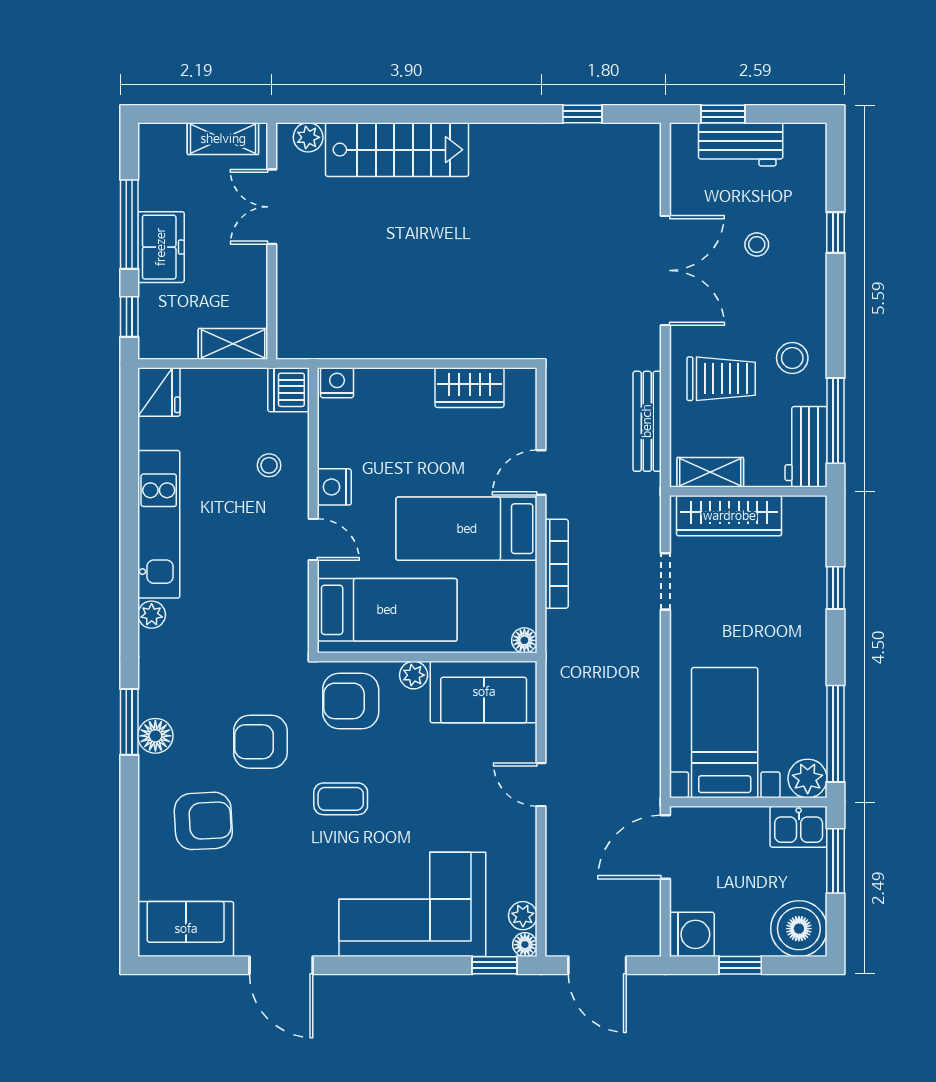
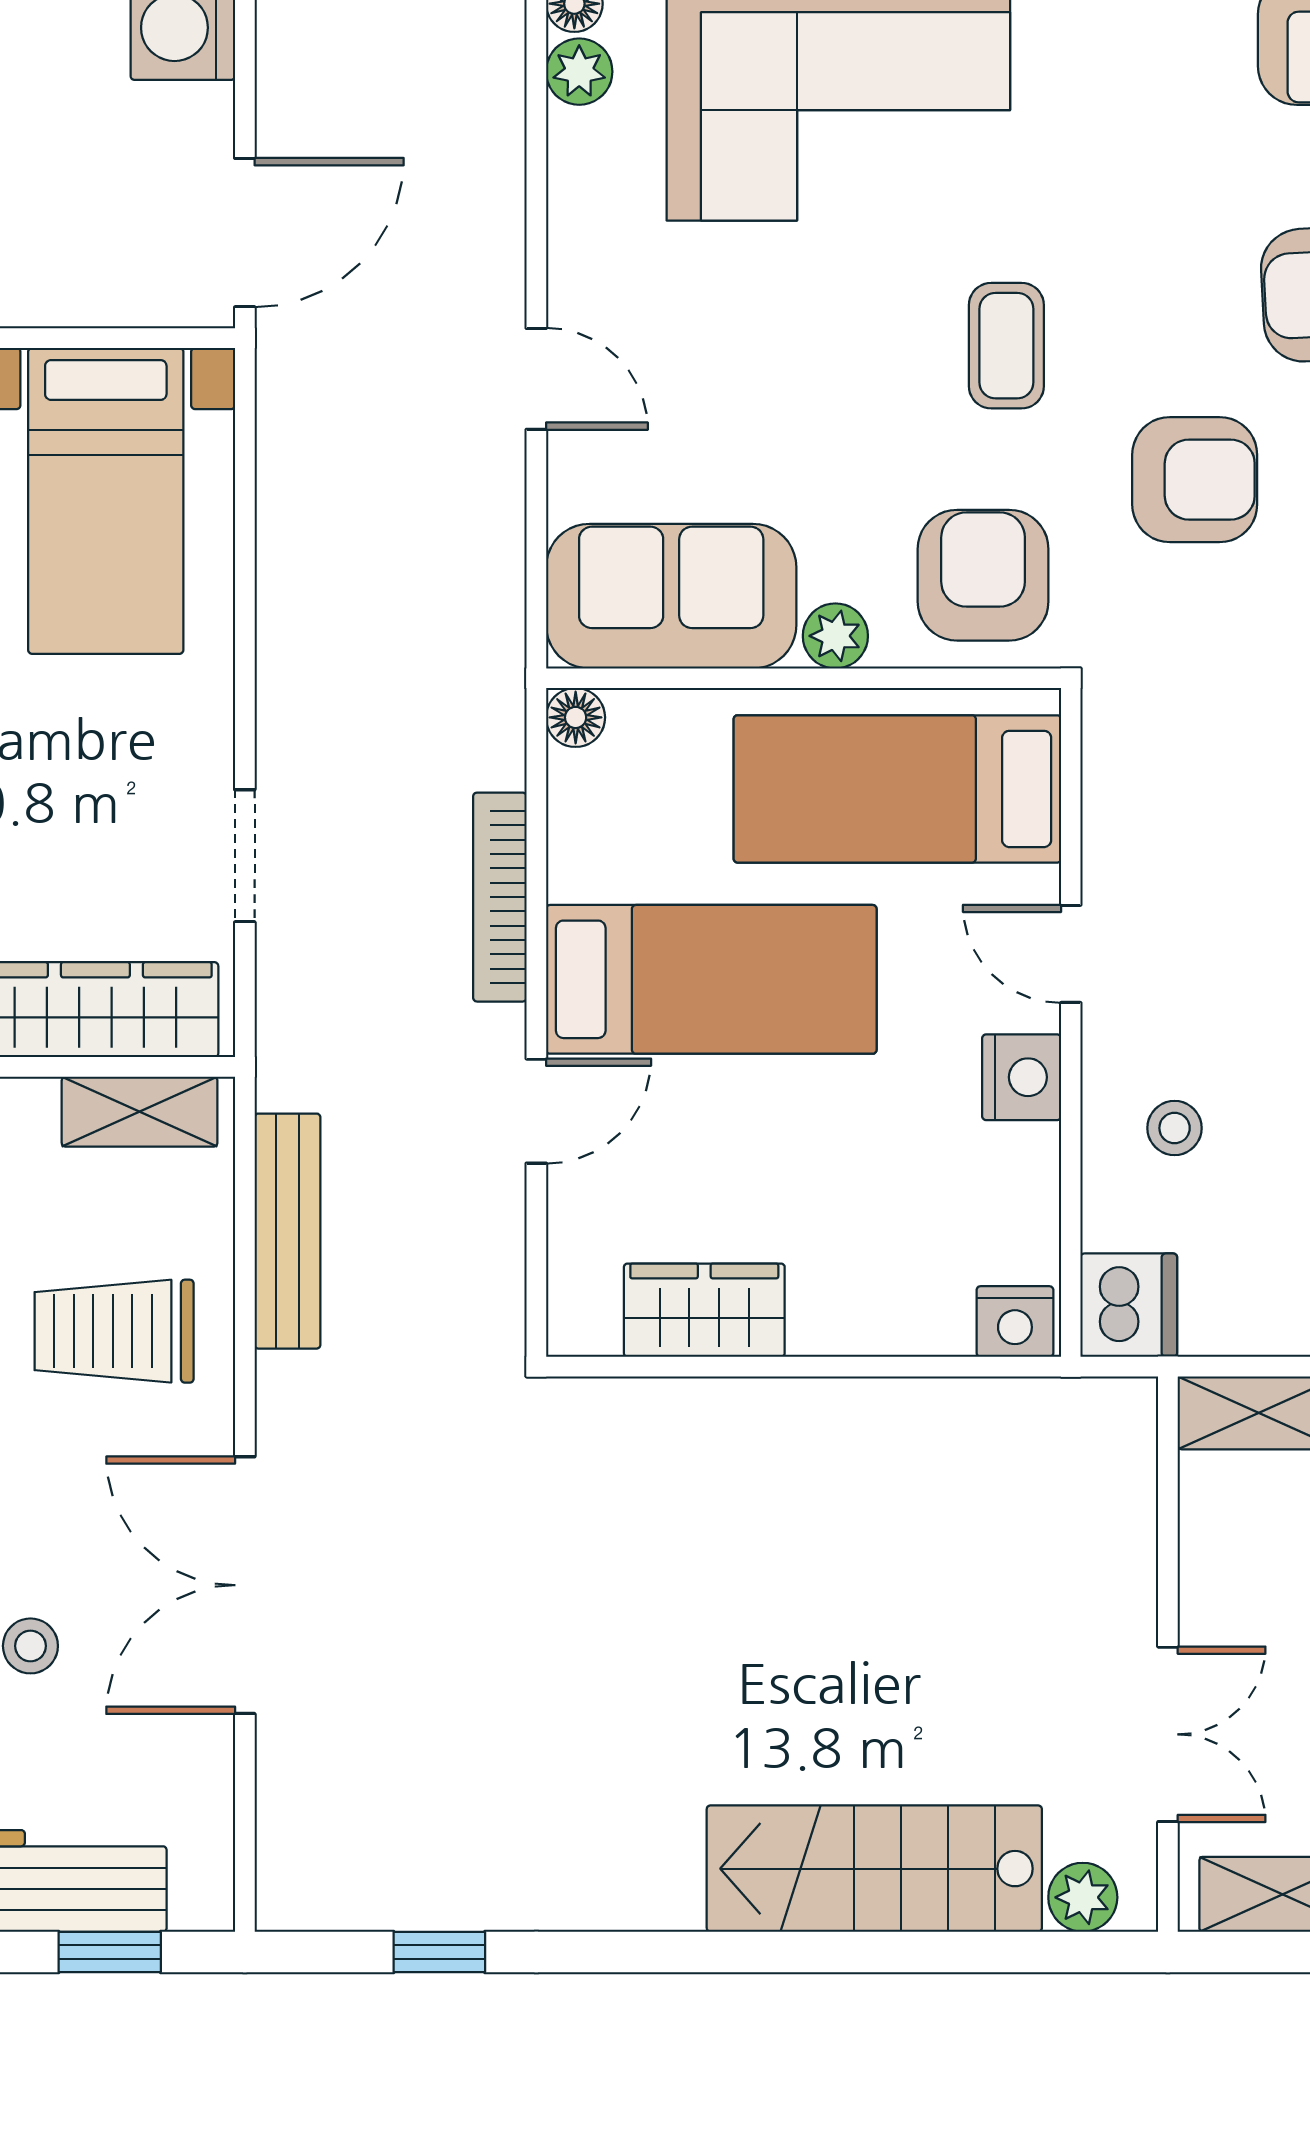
armchair: (351, 701) -> (983, 575), turned -90
coffee table: (341, 799) -> (1006, 346), turned 90

